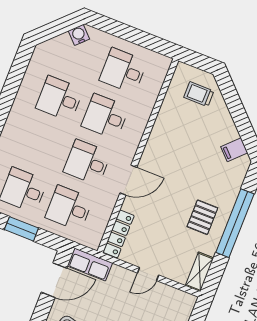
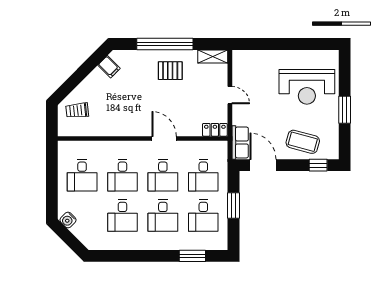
trolley: (199, 94) -> (77, 110), turned 84
desk: (42, 144) -> (163, 216), added
locker: (119, 234) -> (215, 130), width x0.66

